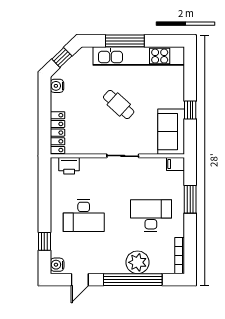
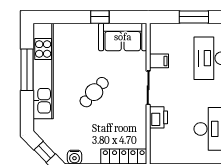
window: (125, 41) -> (27, 70), moved
filing cabinet: (175, 164) -> (159, 61), moved, turned -90
printer: (69, 166) -> (159, 117), moved

